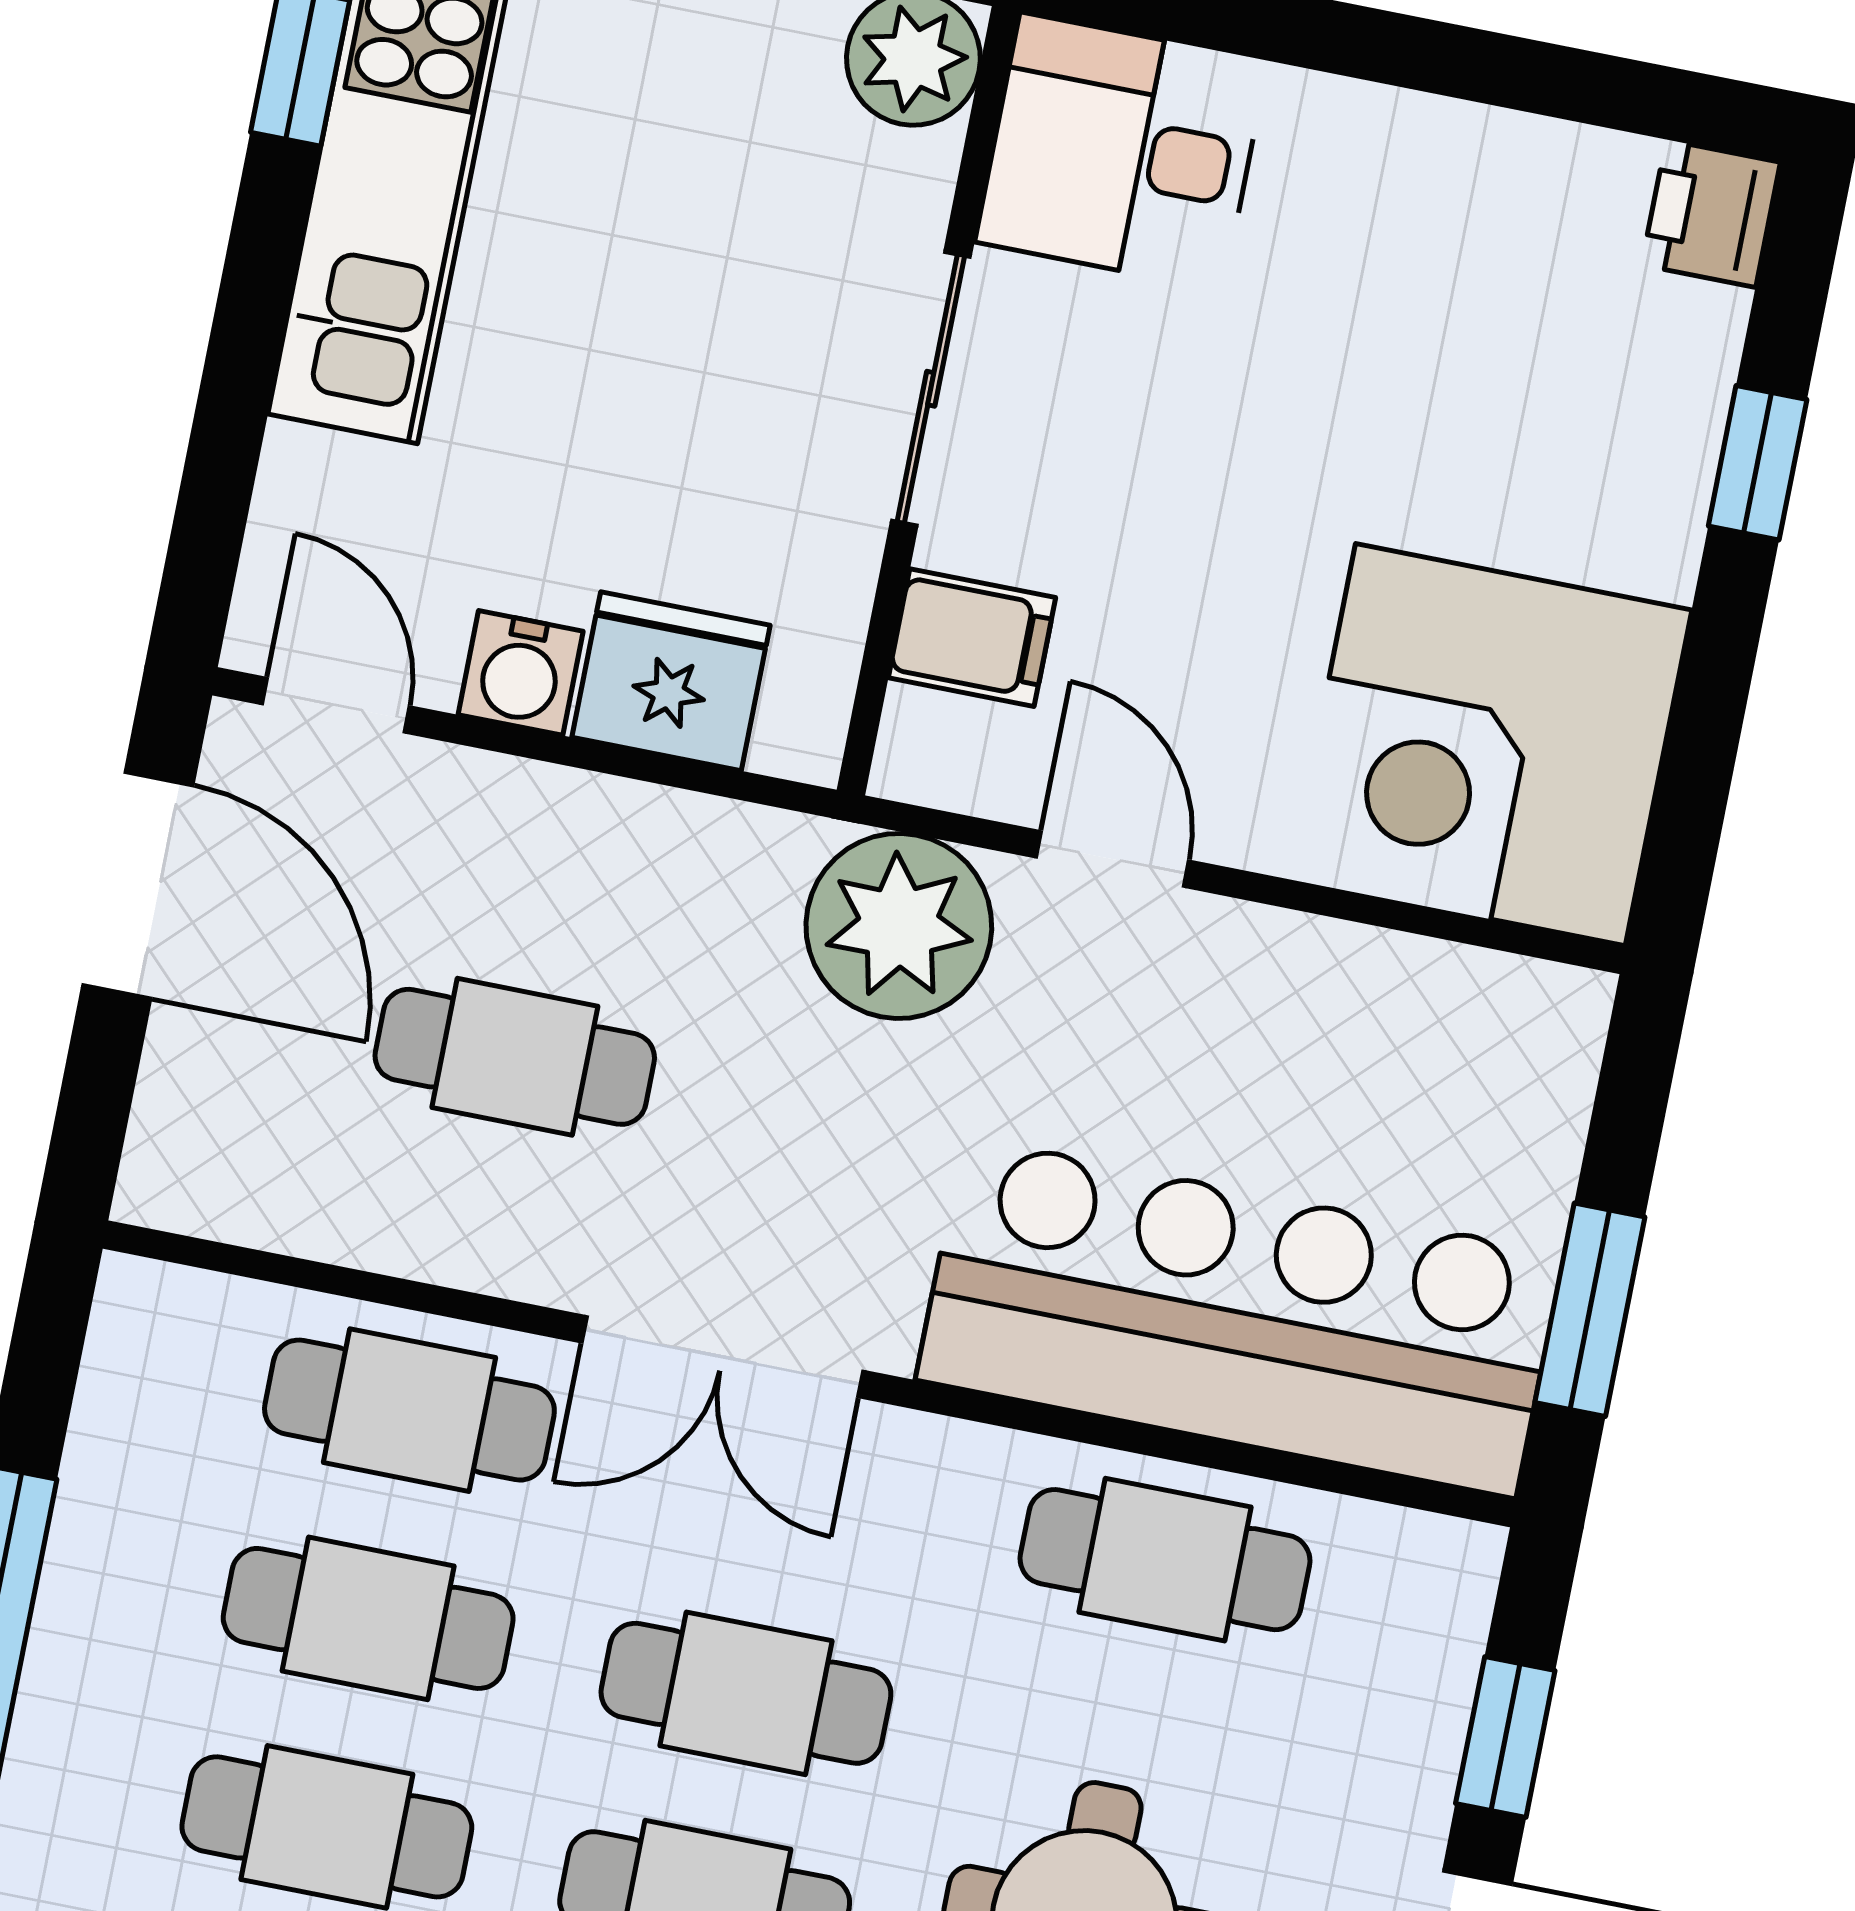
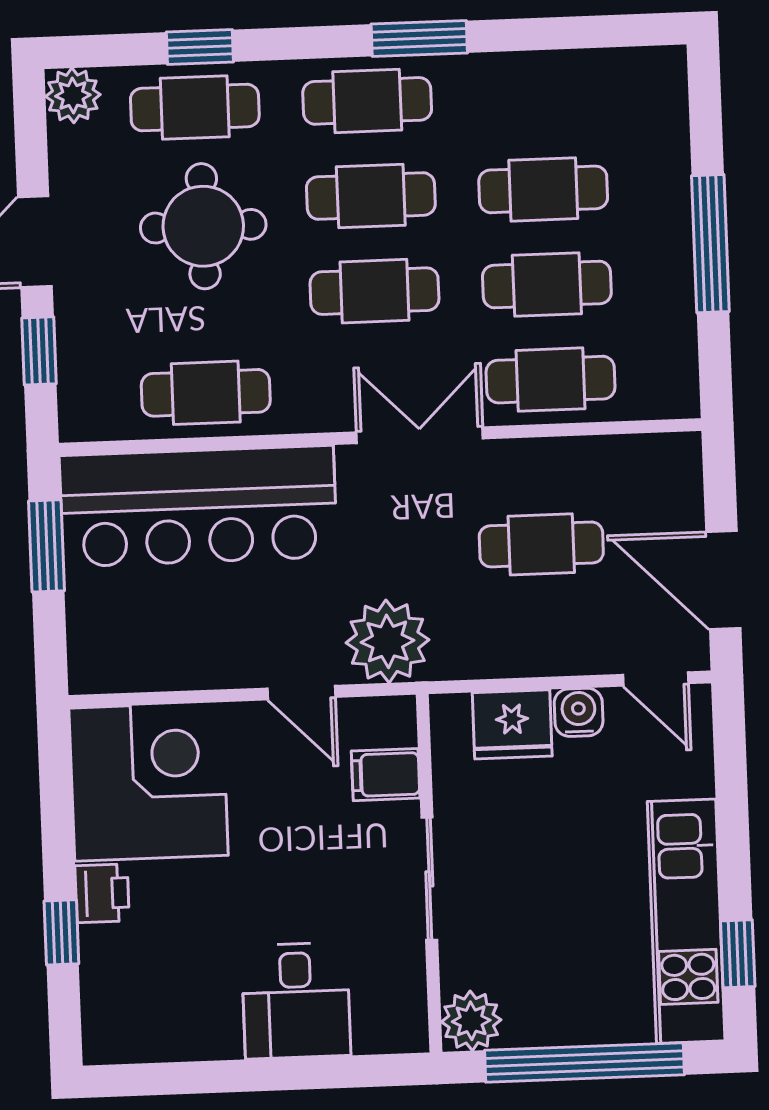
desk: (1122, 151) -> (296, 1001), moved, turned 90
printer: (1711, 214) -> (102, 893), moved

